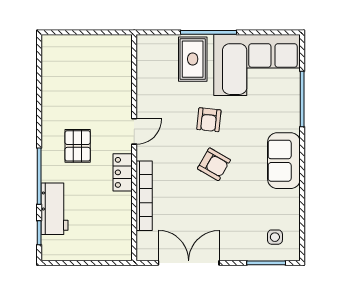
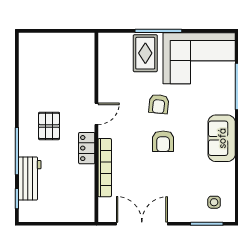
armchair: (214, 164) -> (163, 141), turned 60

